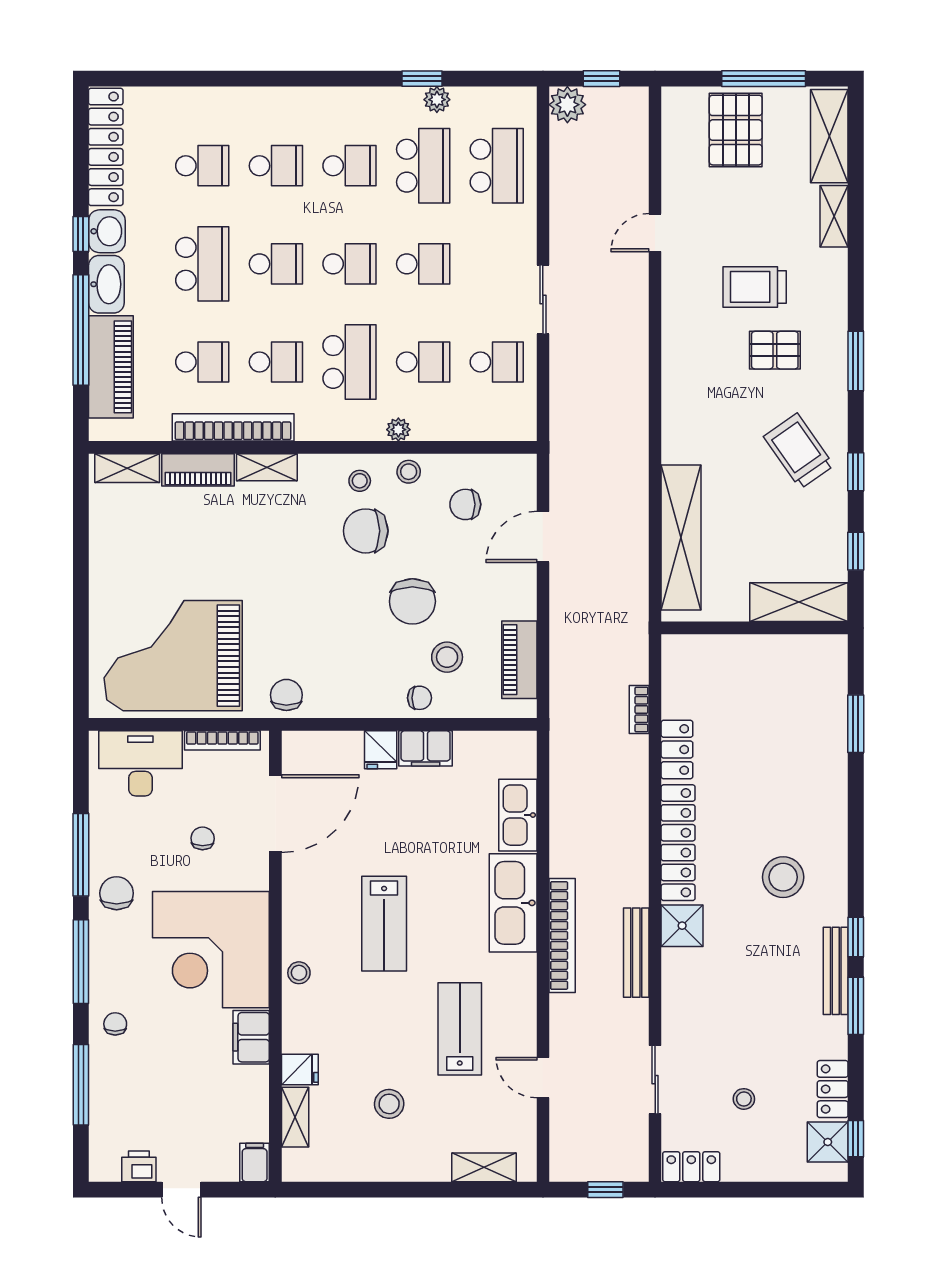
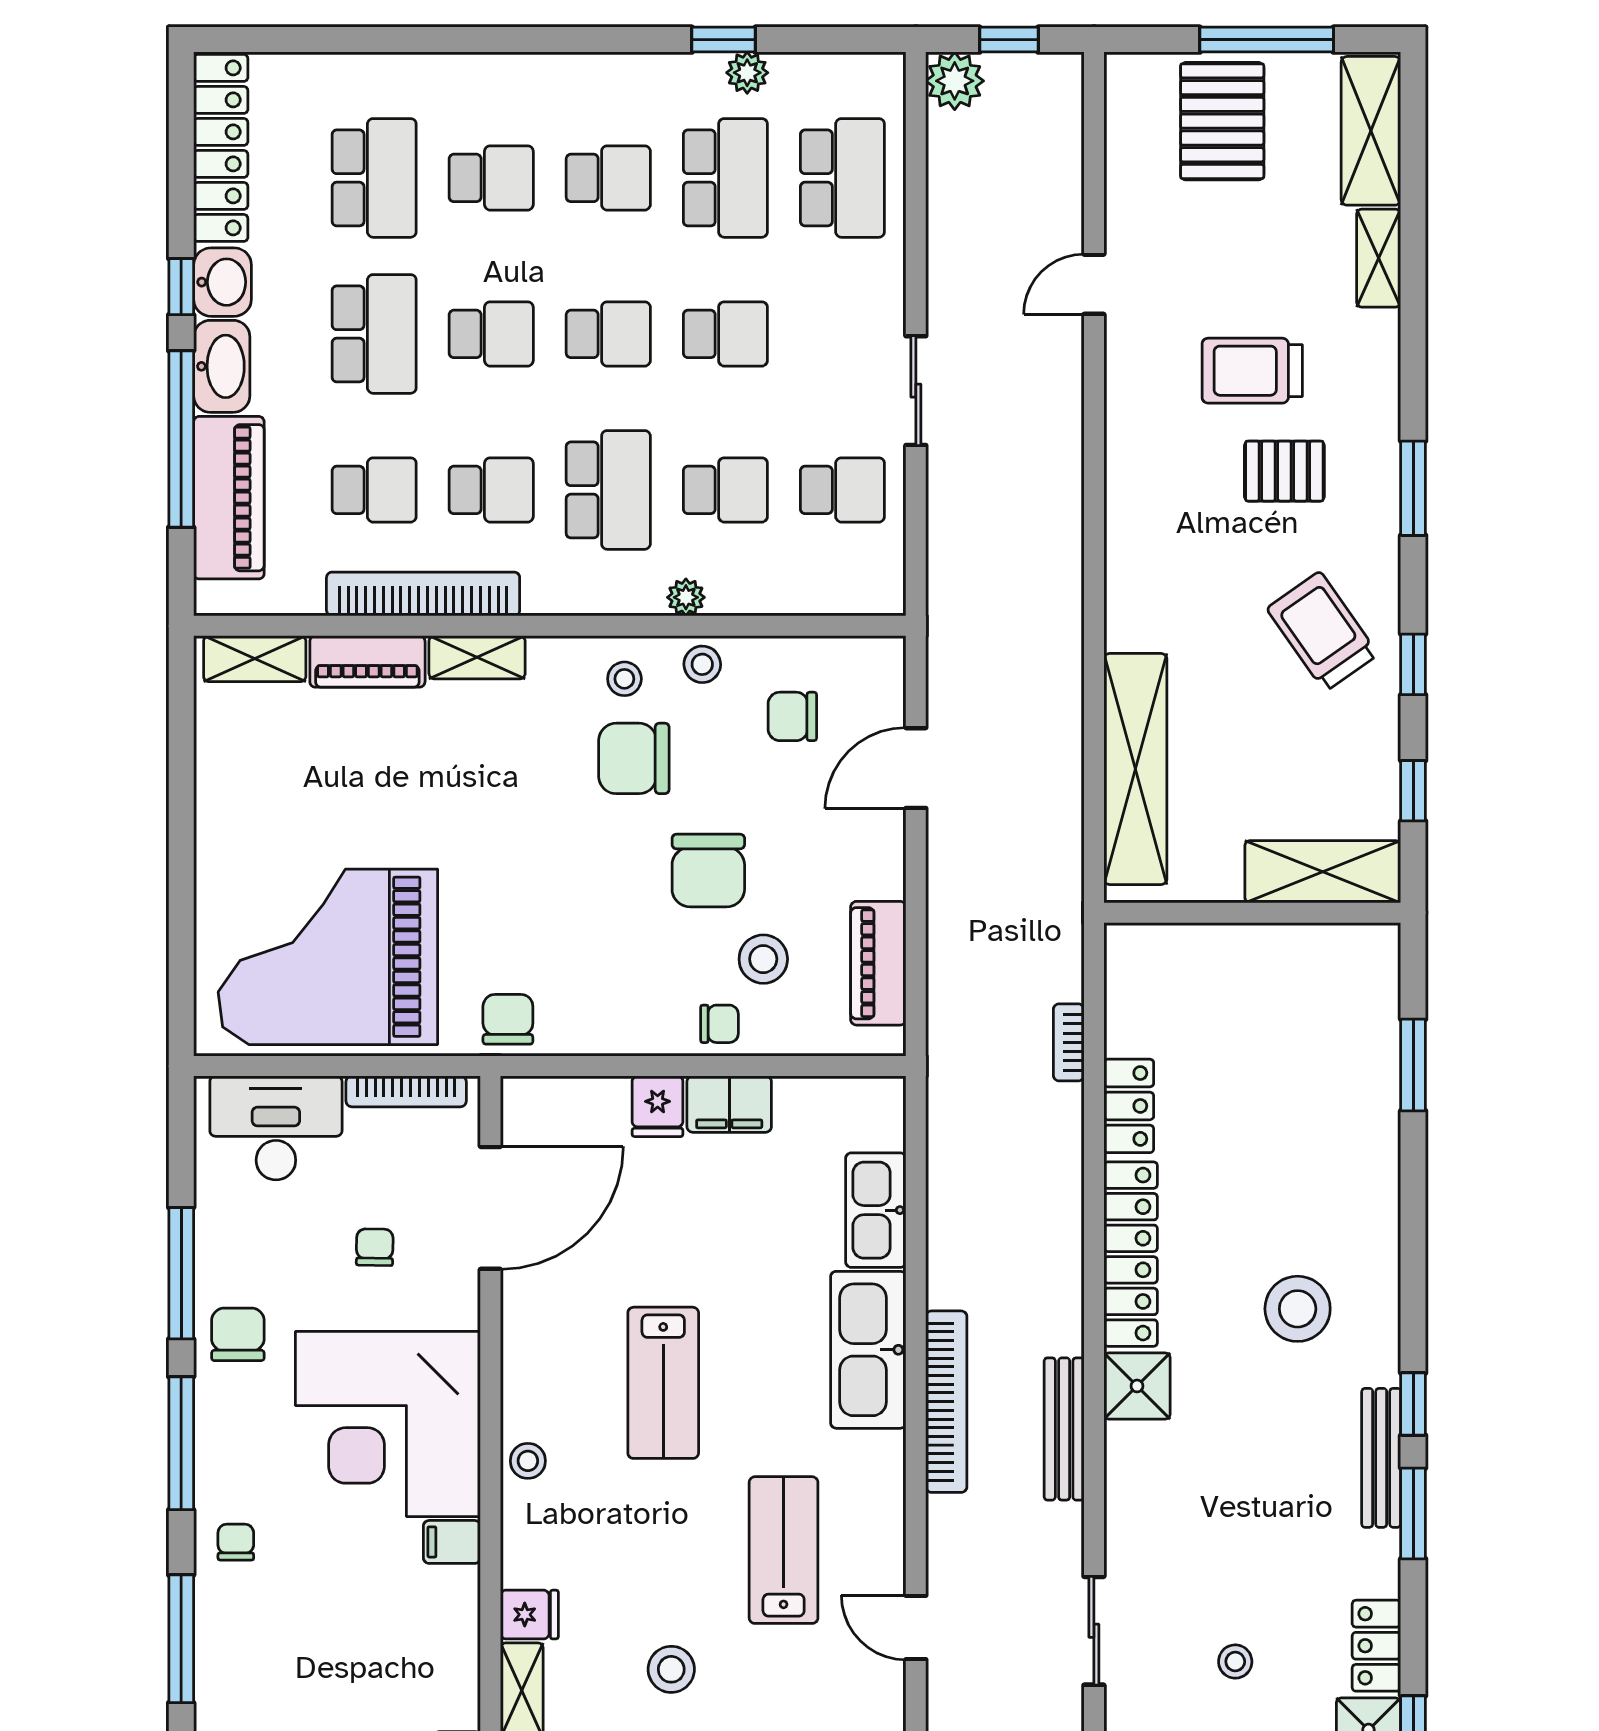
school desk: (202, 166) -> (374, 178), width x1.85
filing cabinet: (251, 1037) -> (452, 1542), width x0.50

